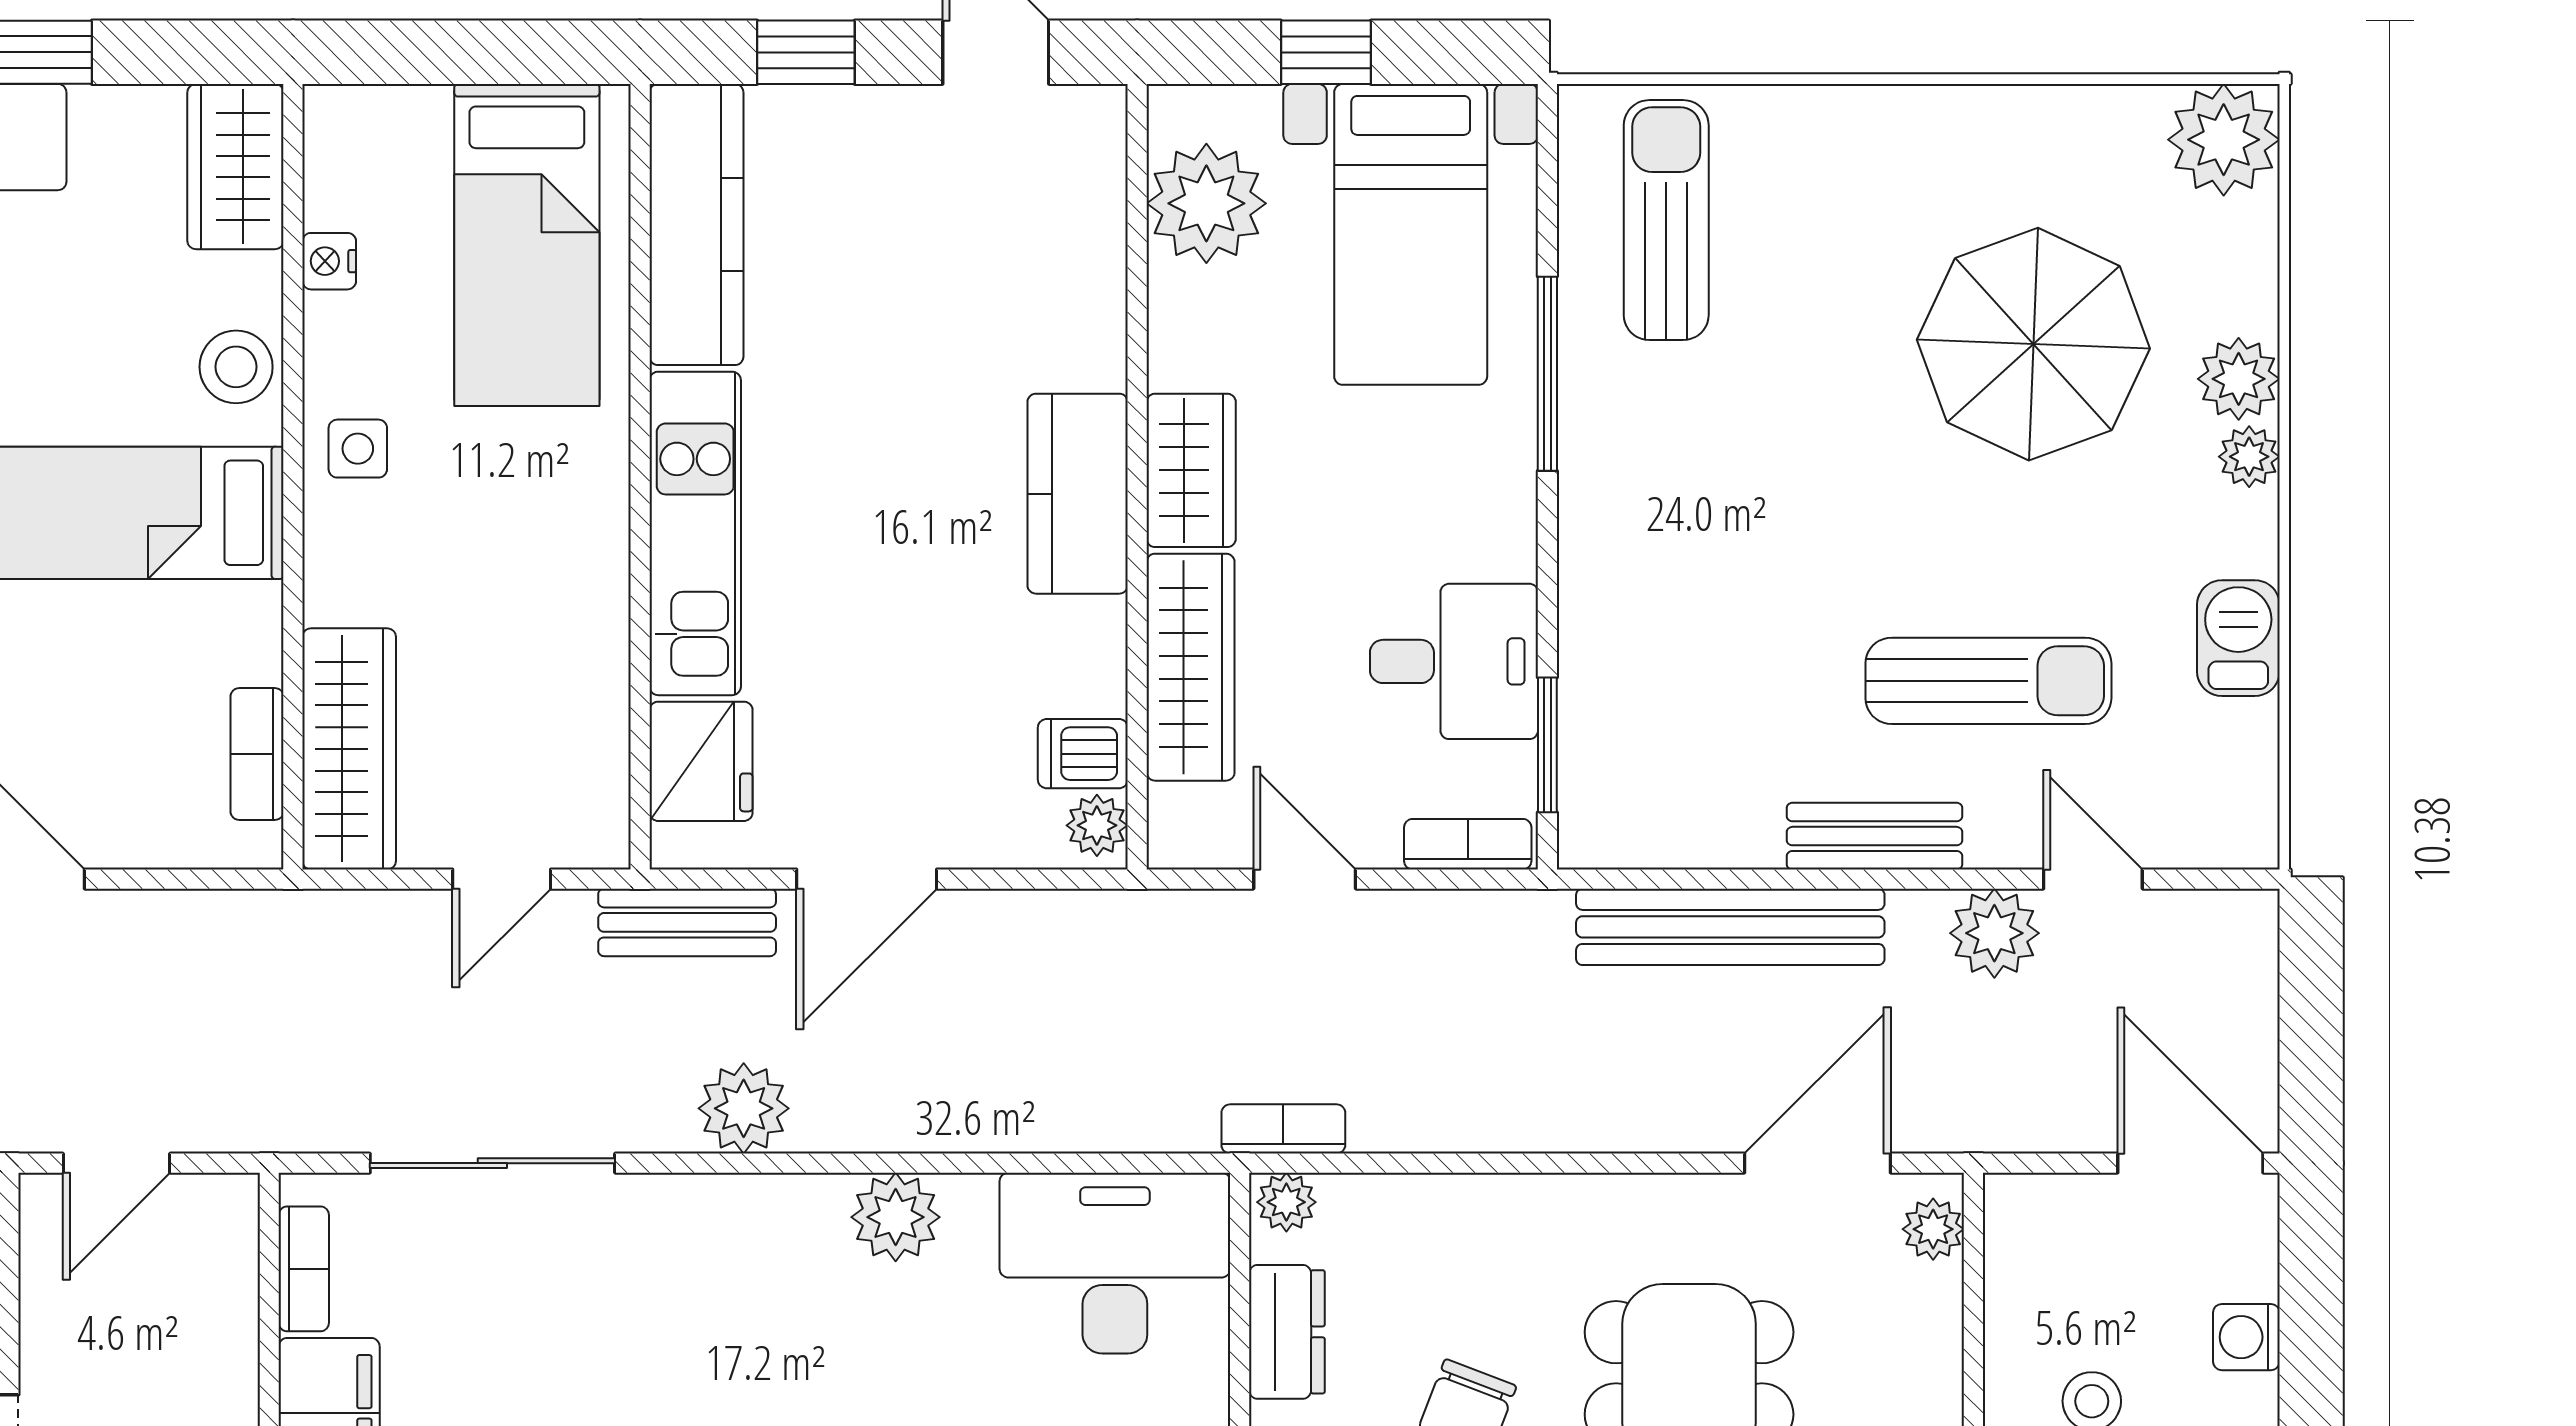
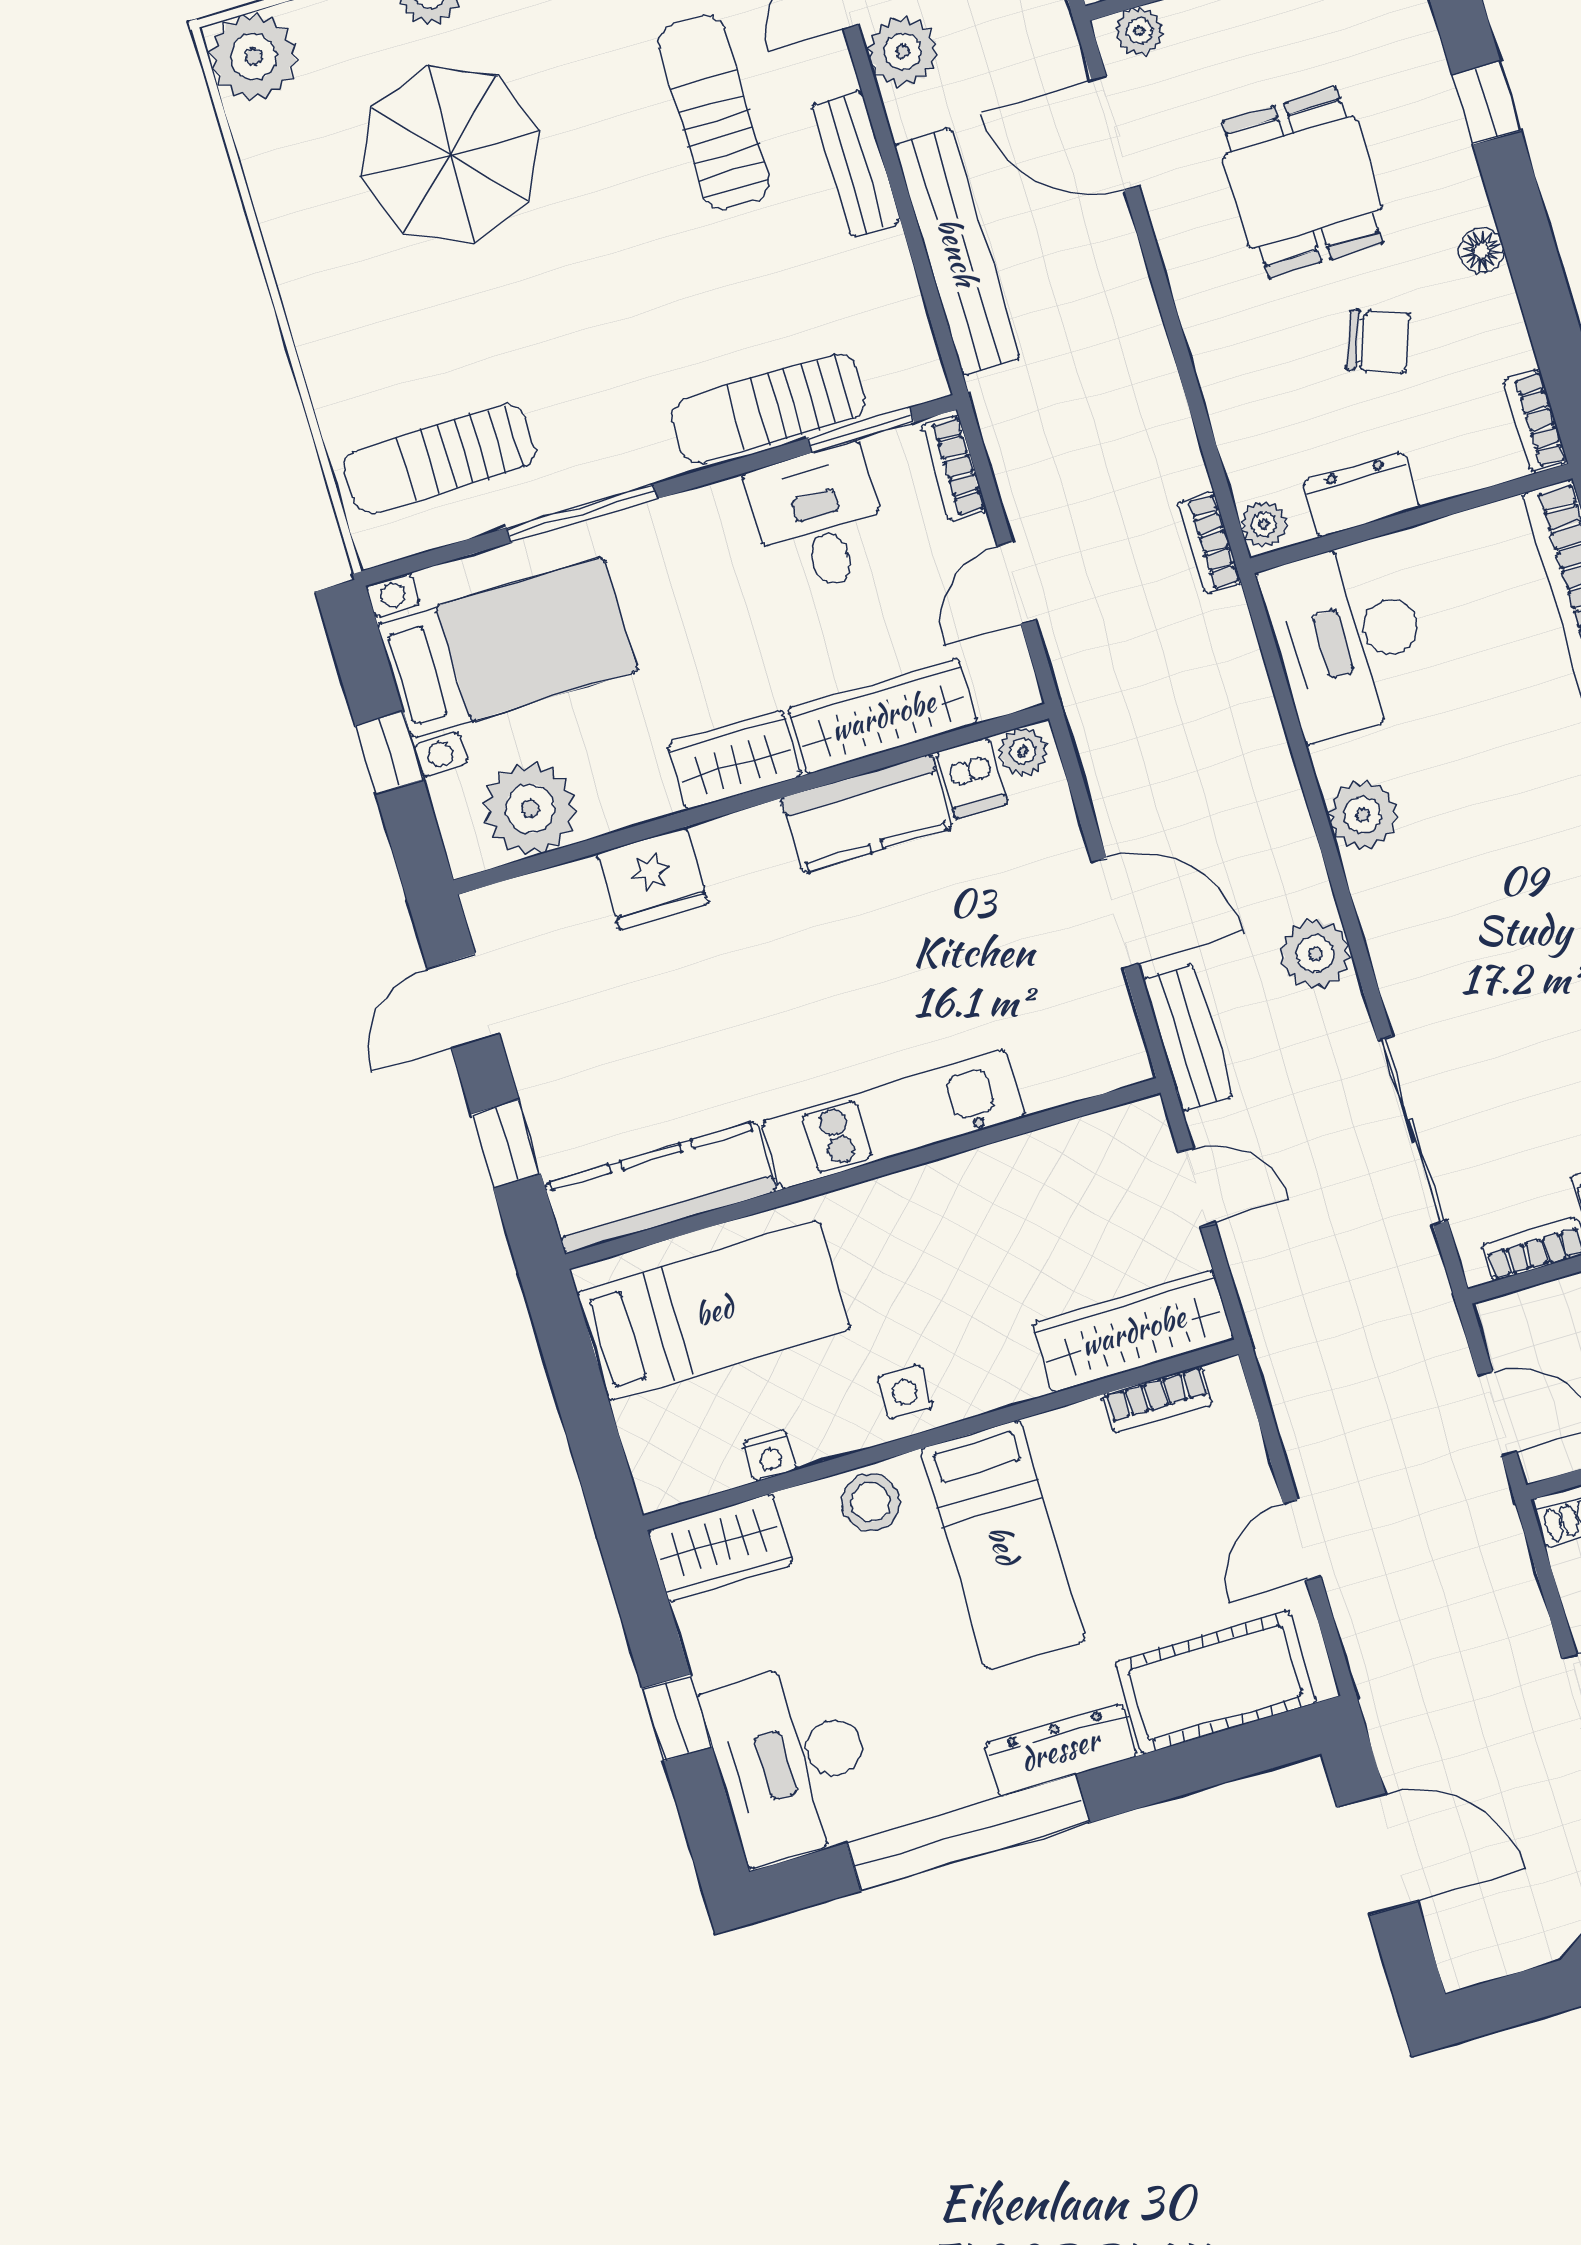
kitchen counter: (1078, 494) -> (867, 814), moved
sun lounger: (1607, 640) -> (769, 409), added
fridge: (701, 761) -> (652, 879), moved, turned 180

